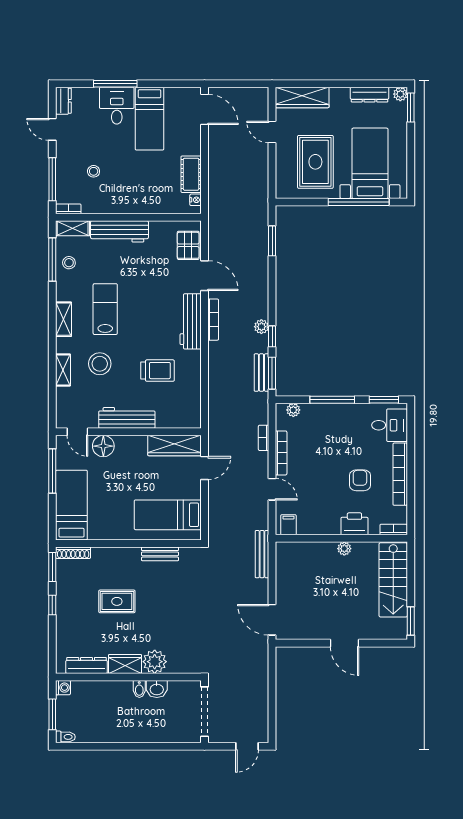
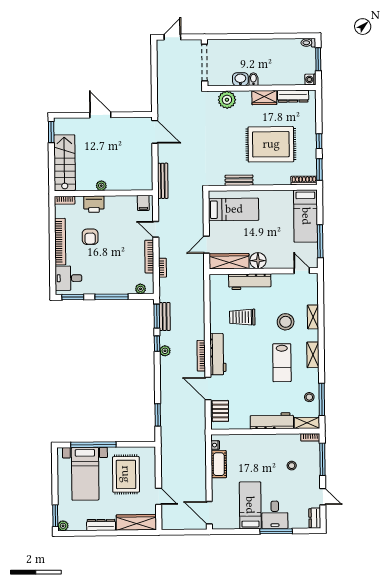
dresser: (370, 95) -> (101, 525), moved
workbench: (127, 418) -> (250, 282), moved
floor lamp: (103, 446) -> (258, 261), moved
rug: (117, 601) -> (271, 144), width x1.86, depth x2.06
plant: (155, 662) -> (227, 100), moved

